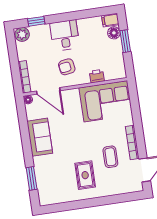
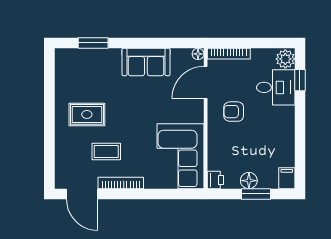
floor lamp: (114, 33) -> (249, 181), moved
desk: (65, 35) -> (276, 87), moved
armchair: (67, 67) -> (234, 112), turned -81
printer: (97, 76) -> (215, 180), moved

